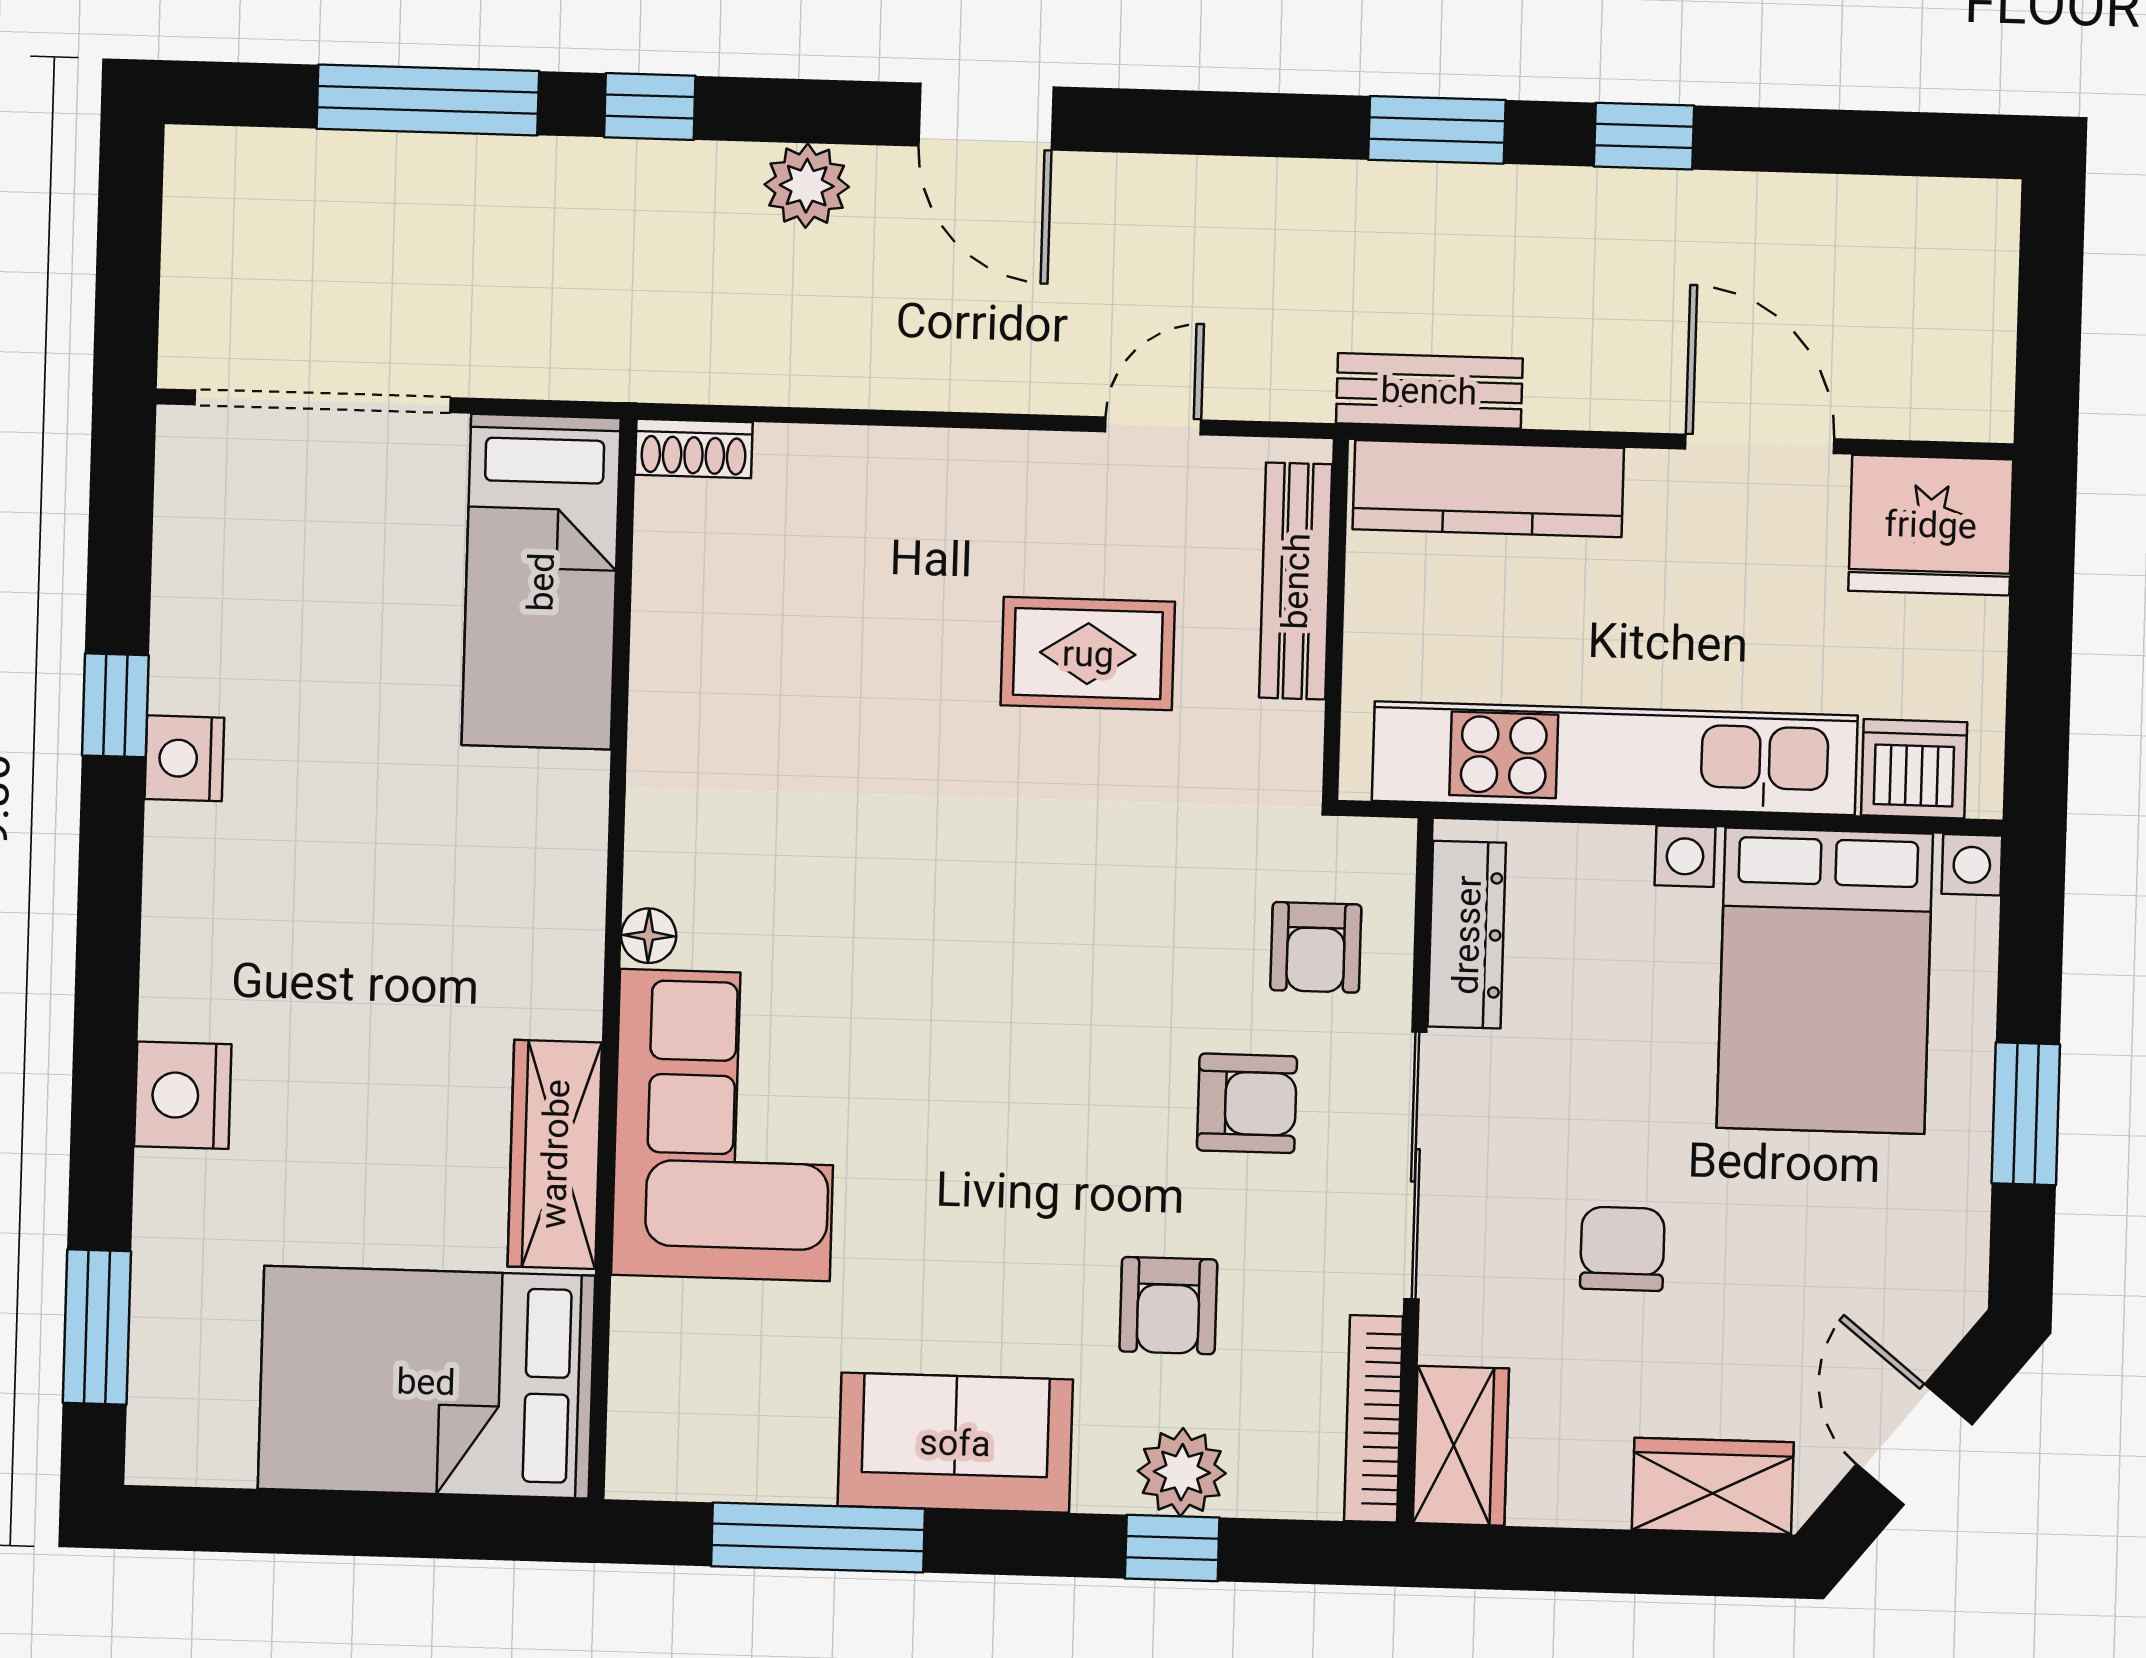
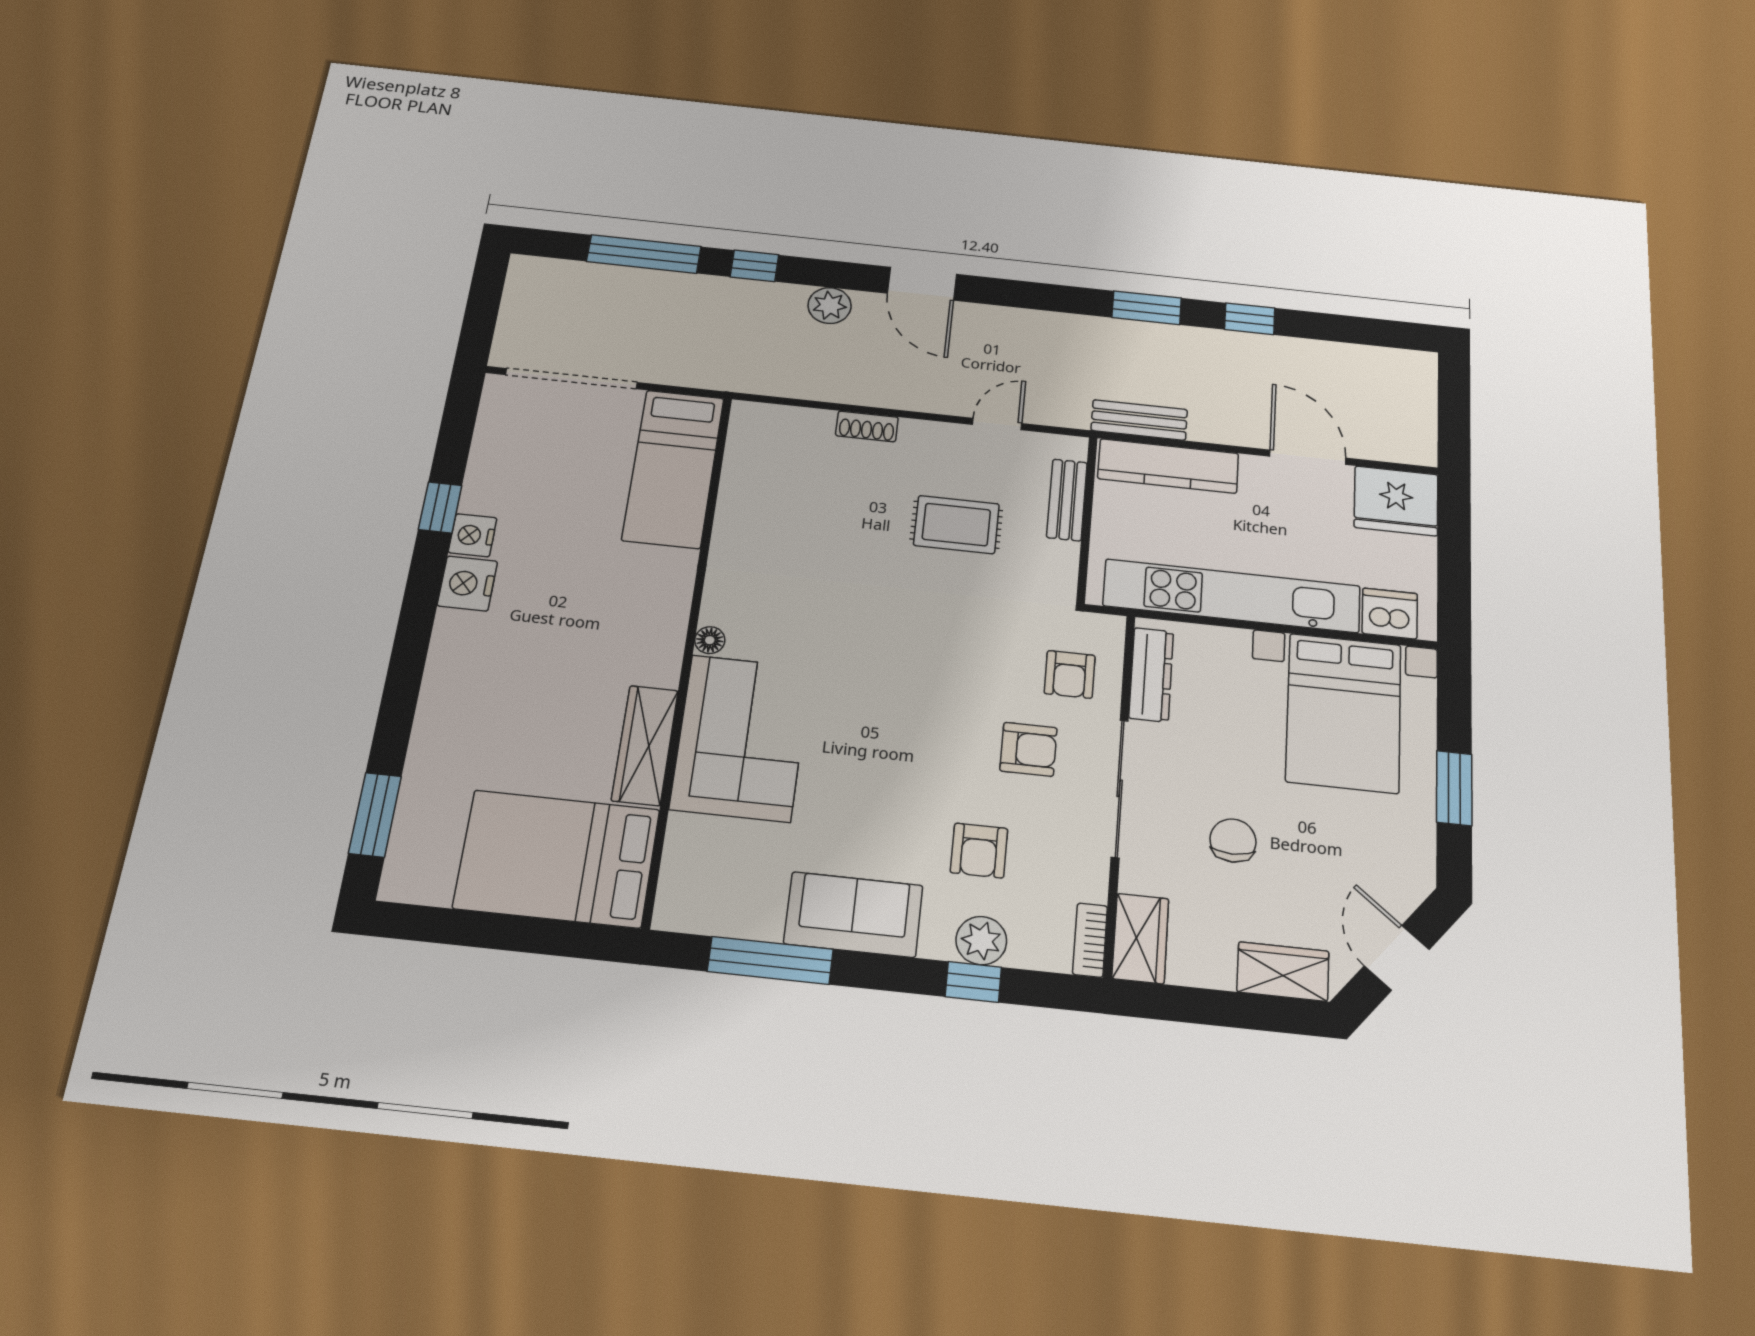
shoe rack: (694, 448) -> (867, 426), moved
bench: (1296, 581) -> (1067, 500), width x0.73
nightstand: (183, 1095) -> (467, 584), moved
bookcase: (1374, 1419) -> (1090, 940), width x0.64

